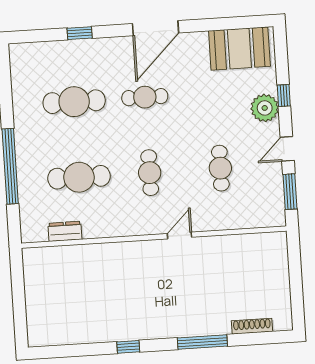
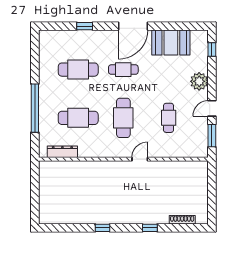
booth: (239, 49) -> (171, 43), moved
window: (284, 96) -> (212, 49), moved
cafe table: (150, 173) -> (123, 118), width x1.37, depth x1.35
dresser: (65, 231) -> (62, 152), width x1.44
window: (202, 342) -> (150, 228), width x0.46

